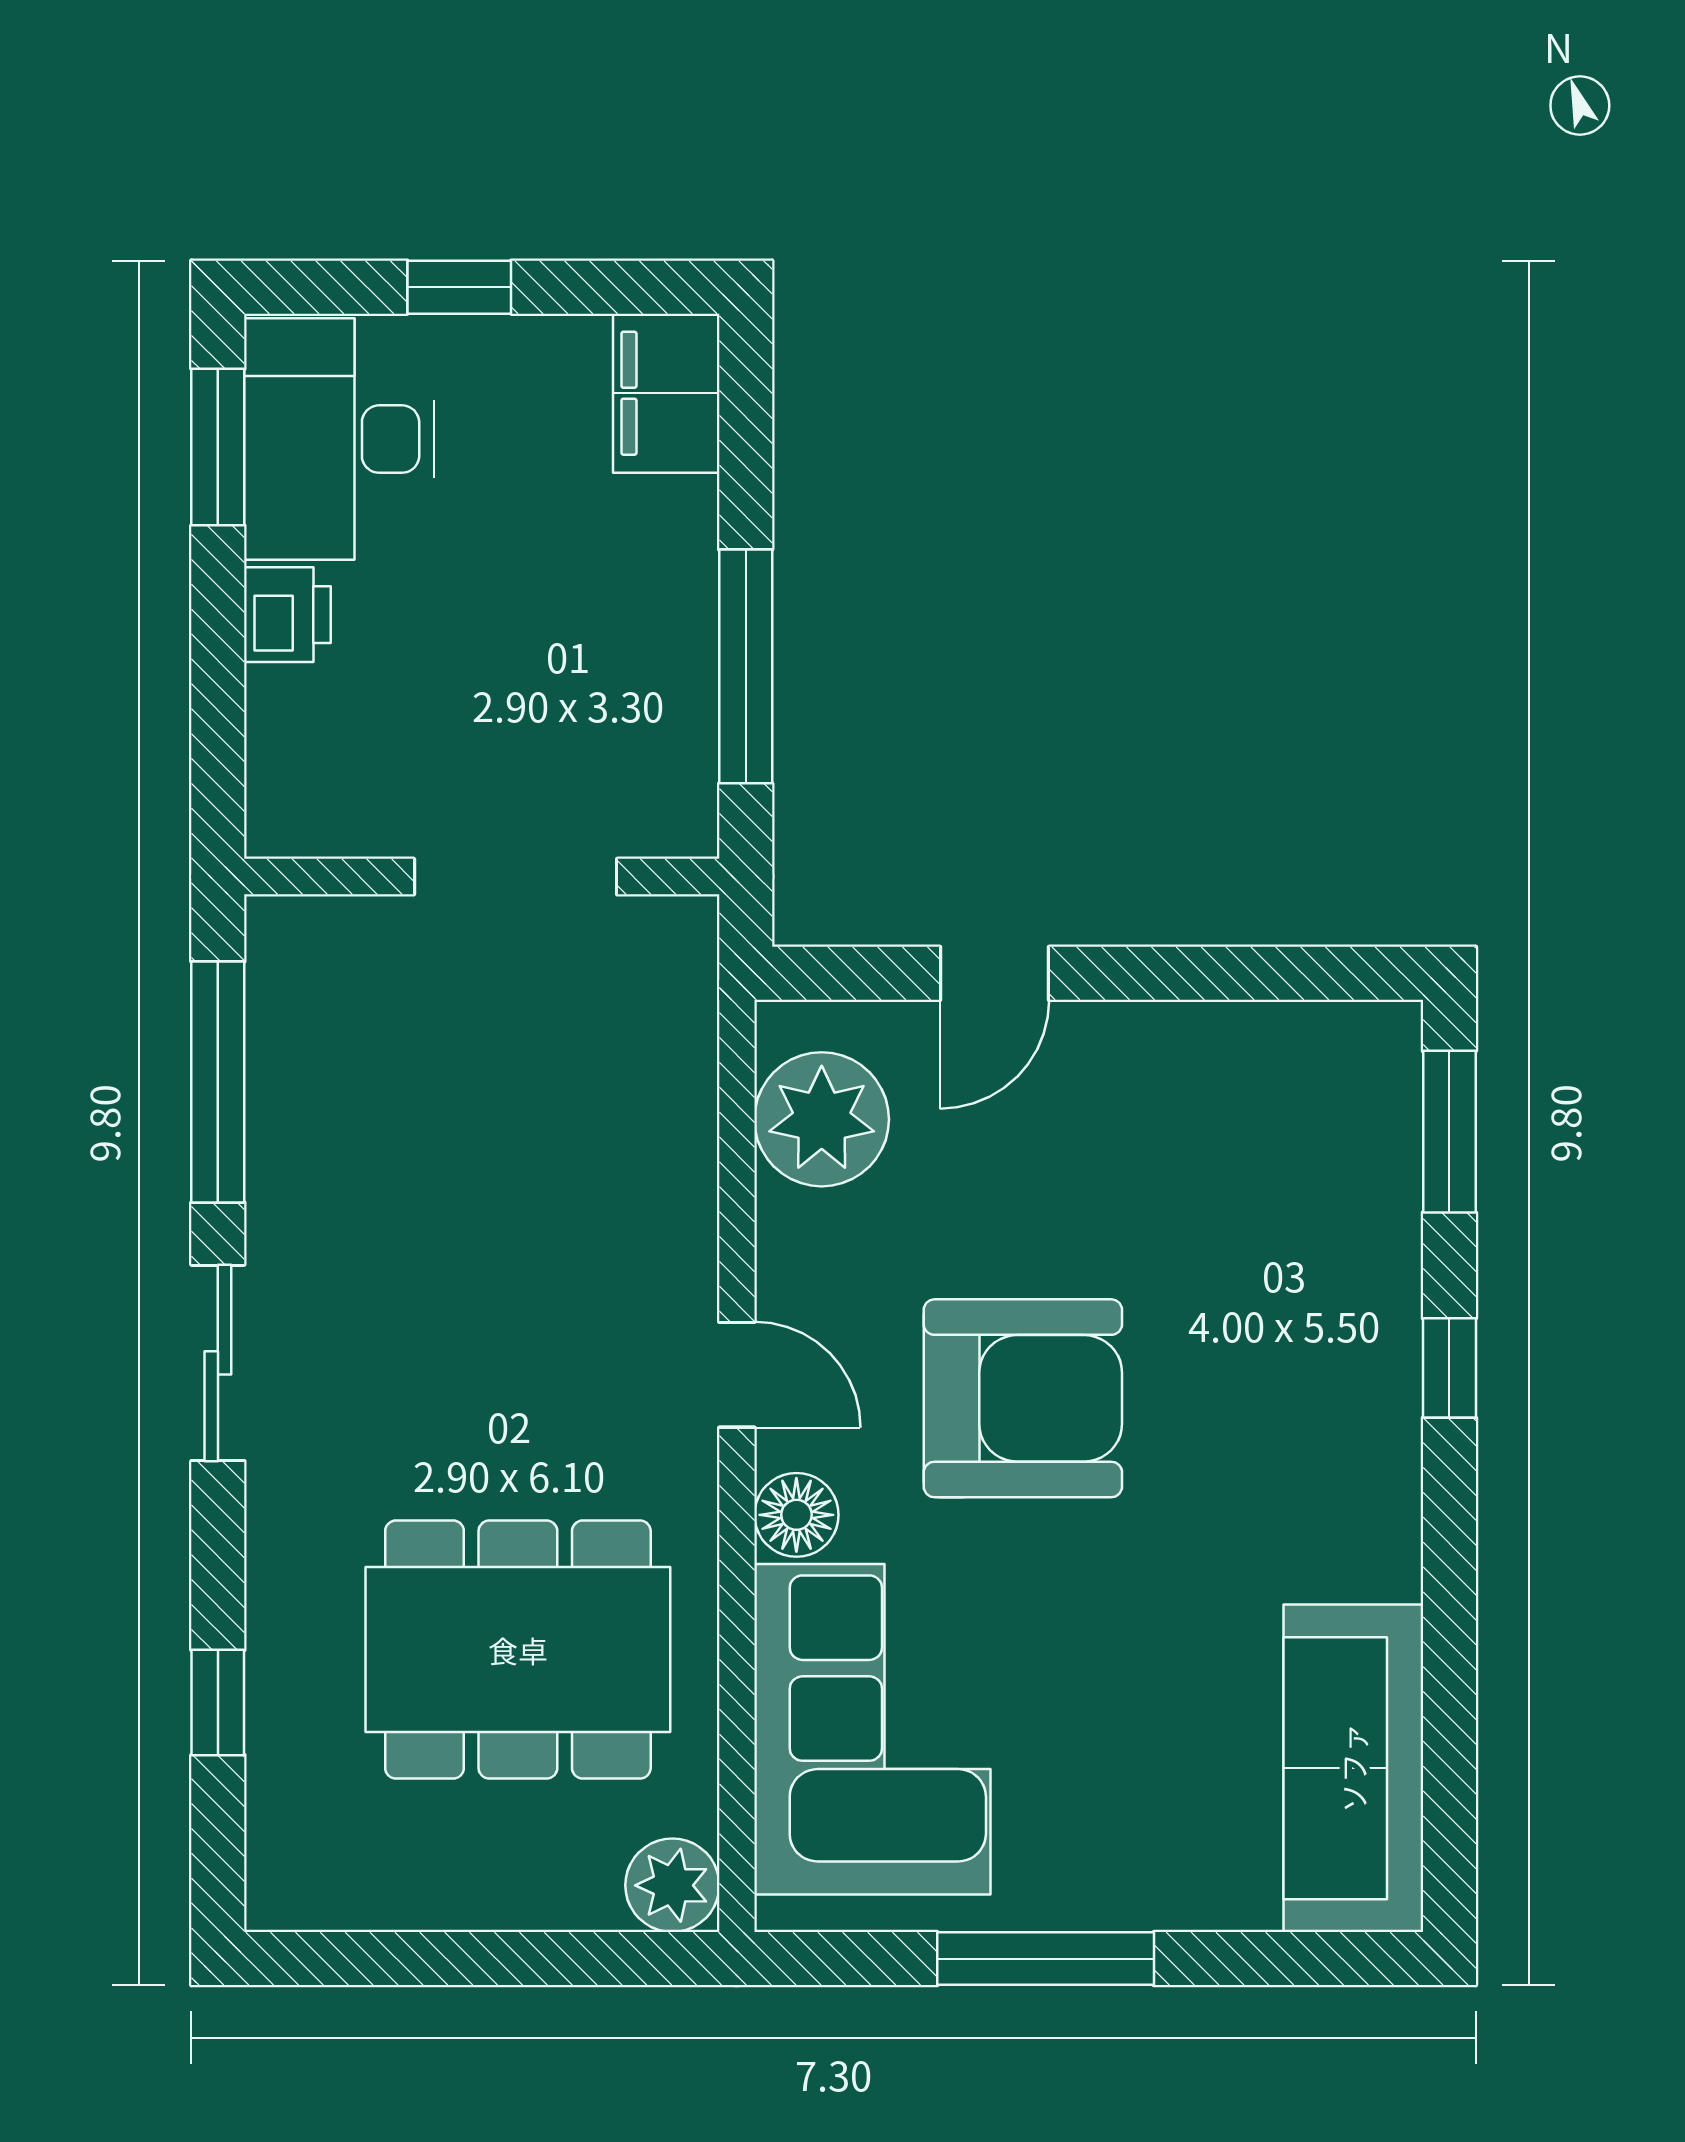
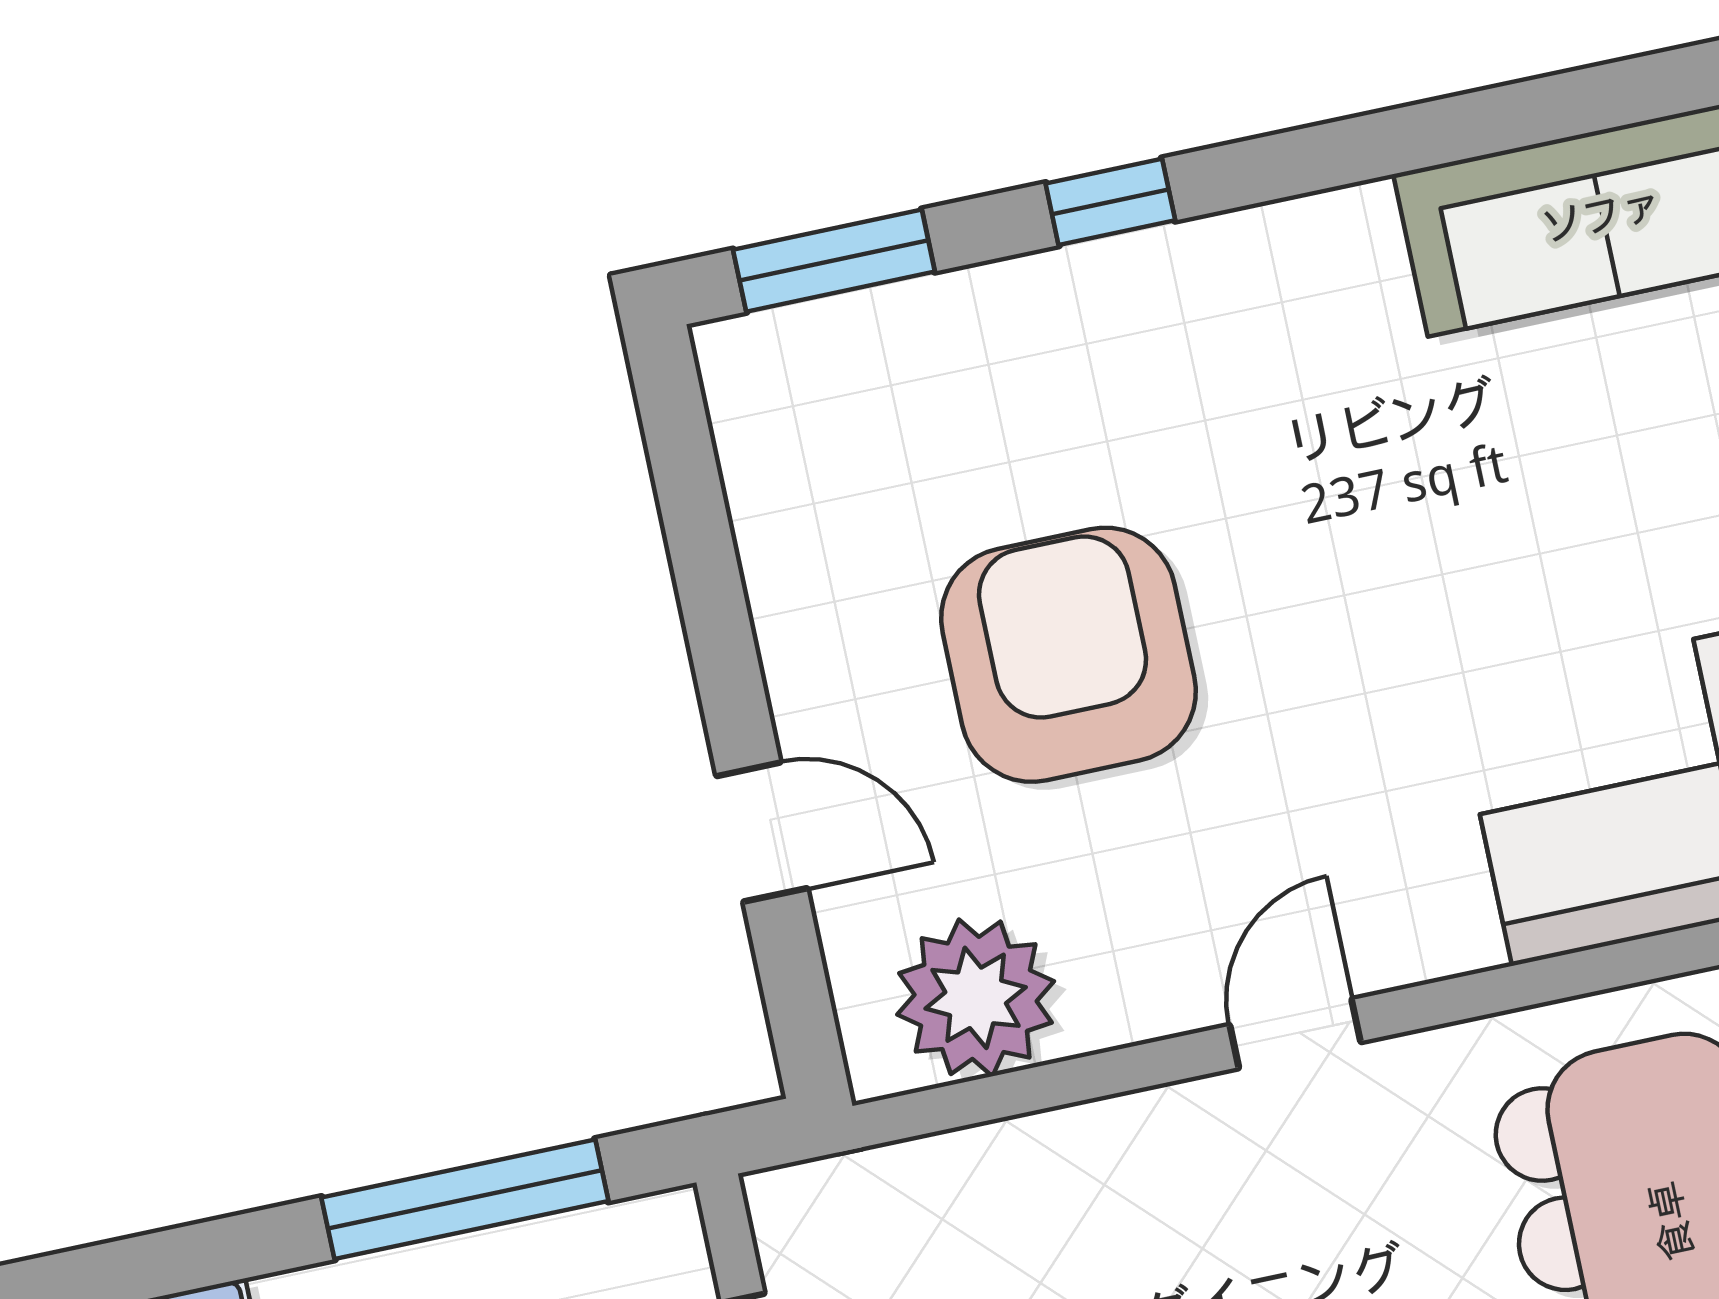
armchair: (1023, 1398) -> (1068, 655), moved
floor lamp: (796, 1515) -> (1444, 929), removed

